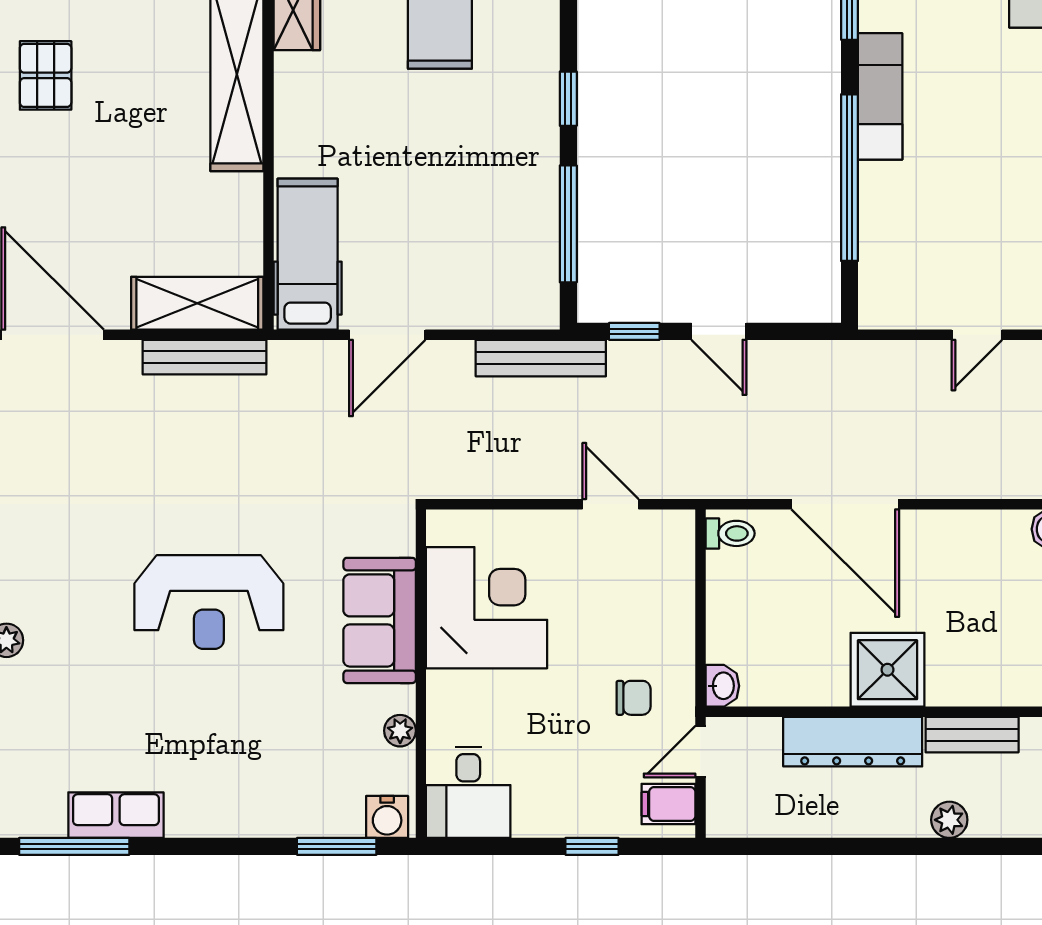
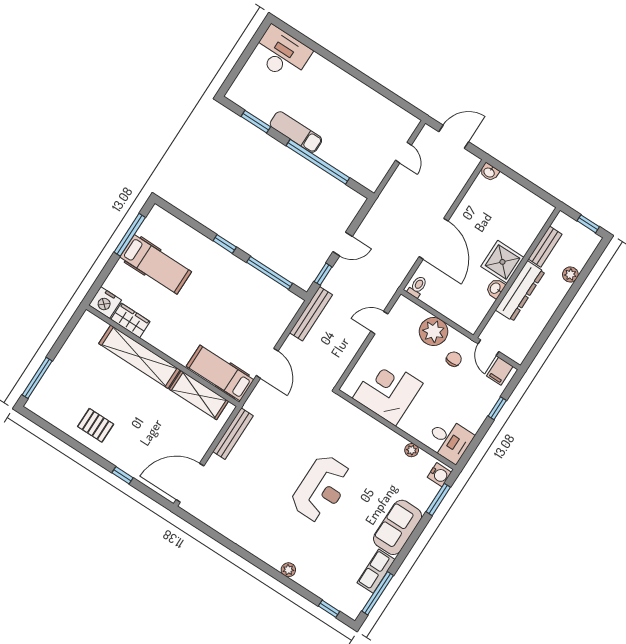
shelving: (197, 303) -> (199, 395), moved, turned 90
door: (845, 504) -> (434, 239), hinge flipped
sofa: (380, 620) -> (398, 527), moved, turned 90
plant: (662, 622) -> (433, 331), added
washbasin: (722, 686) -> (495, 288), moved, turned -90

